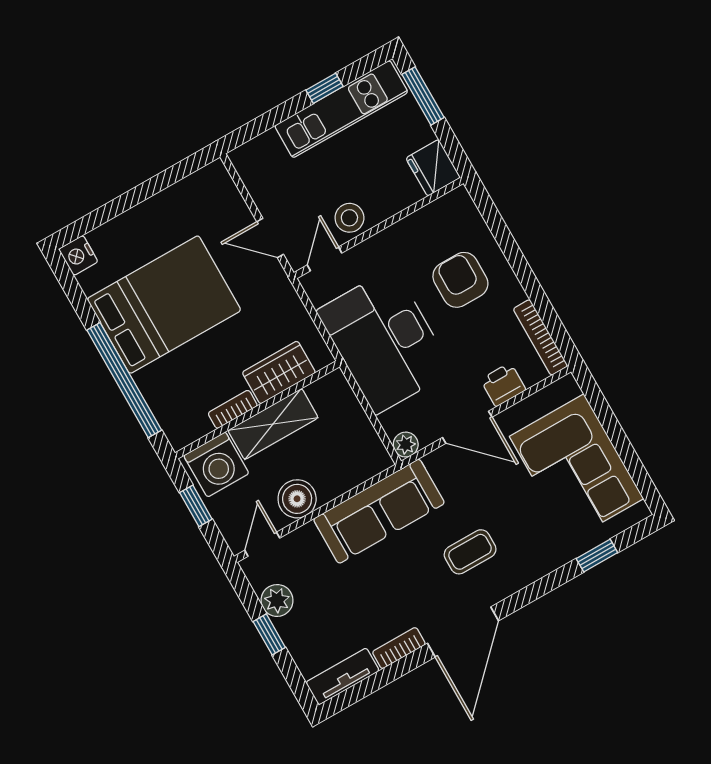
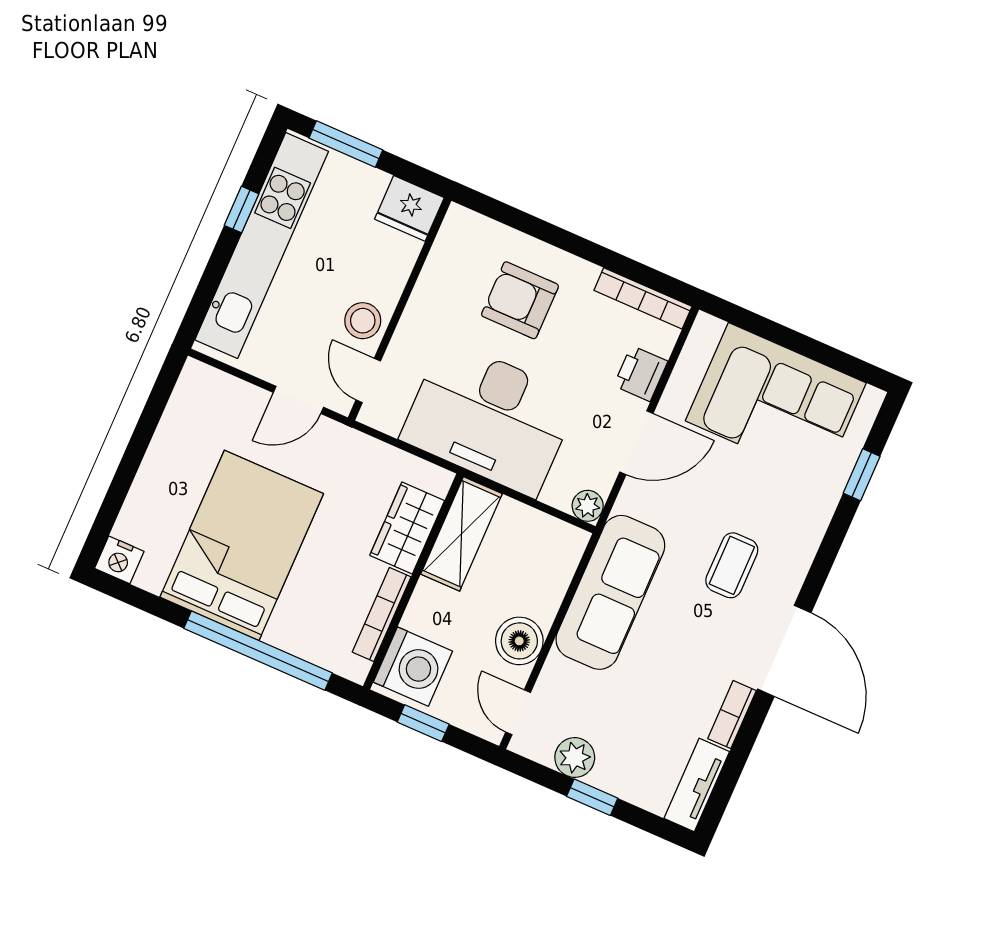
kitchen unit: (341, 109) -> (262, 246), width x1.36
bookcase: (233, 409) -> (382, 614), width x1.56
shelving: (273, 424) -> (462, 534), moved

